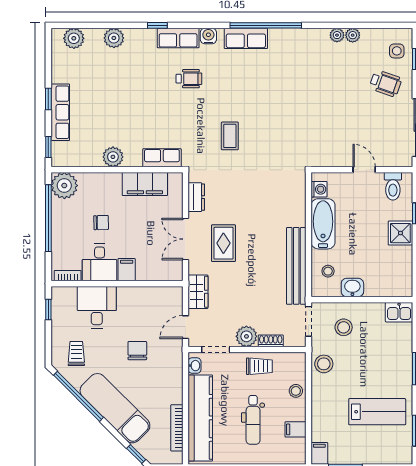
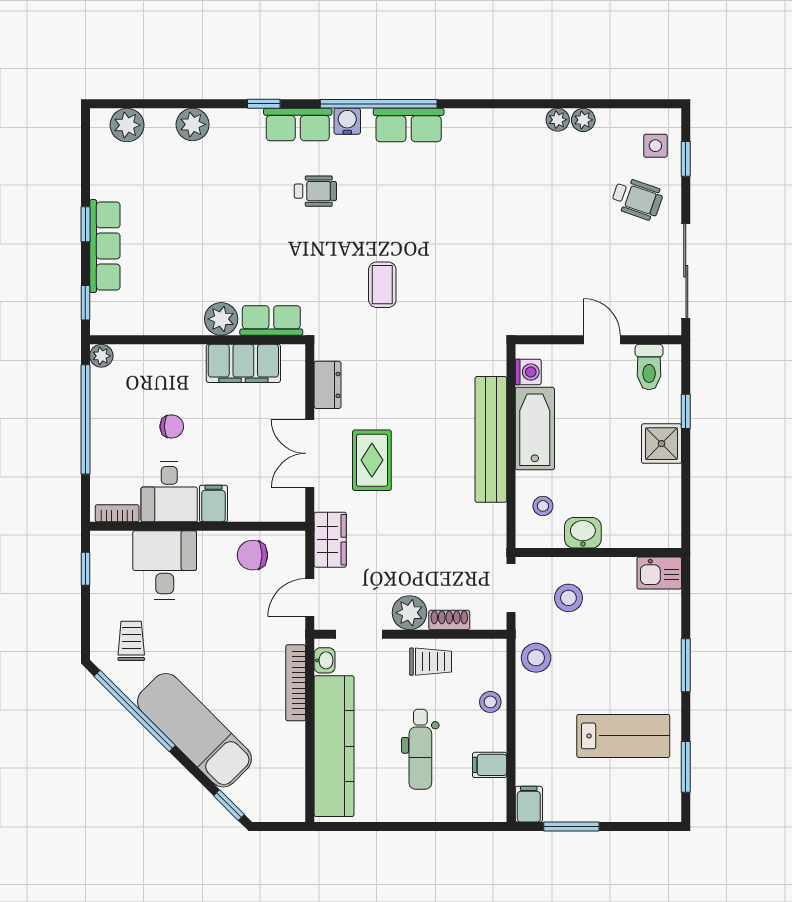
window: (266, 25) -> (379, 104), moved
plant: (113, 157) -> (221, 319), moved
plant: (64, 186) -> (101, 356), width x0.53, depth x0.53
bench: (296, 266) -> (491, 439), moved
chair: (137, 351) -> (252, 555), moved, turned -90
bookcase: (177, 428) -> (296, 683), moved

